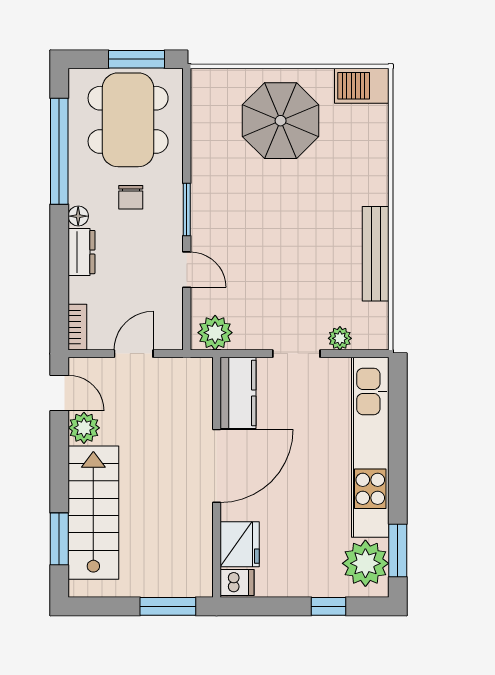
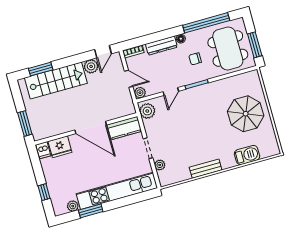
barbecue: (362, 86) -> (247, 155), moved, turned 90
dining table: (128, 120) -> (228, 48), turned 90
dresser: (81, 252) -> (161, 46), width x1.44
bench: (376, 254) -> (206, 169), width x0.73
plant: (171, 337) -> (140, 93), added
window: (398, 550) -> (91, 211), moved
plant: (365, 563) -> (73, 206), width x0.53, depth x0.53

